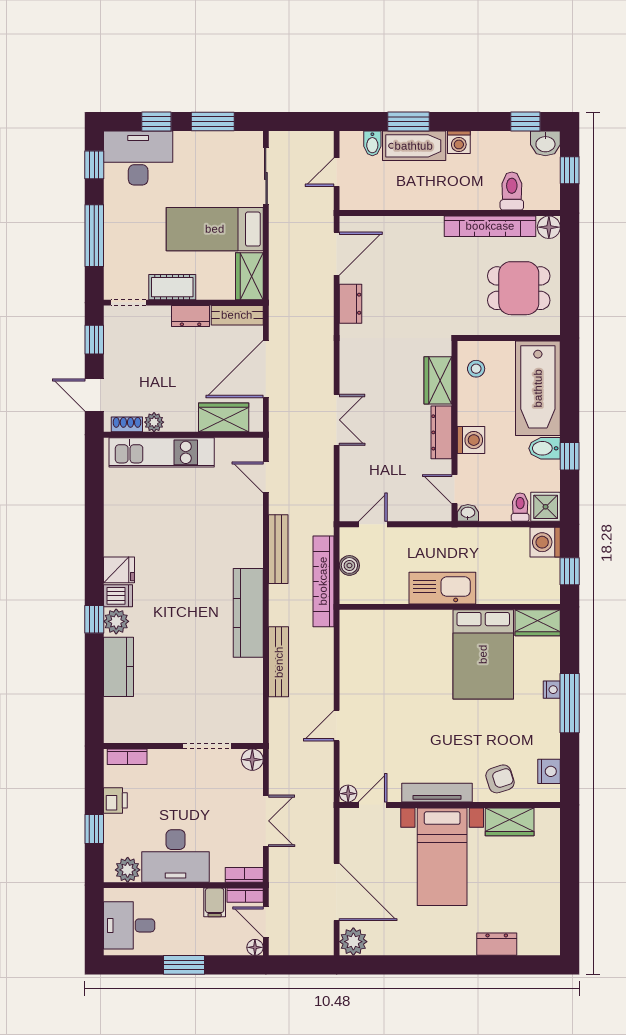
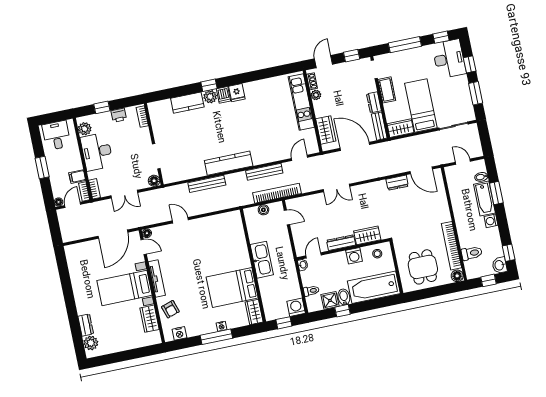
washing machine: (471, 440) -> (354, 256), moved
shower: (546, 507) -> (330, 300), moved
bookcase: (323, 581) -> (277, 193), moved
door: (337, 892) -> (113, 234), moved
plant: (353, 942) -> (91, 343), moved

